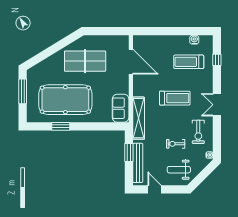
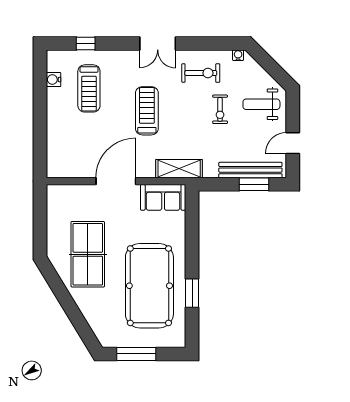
door: (131, 62) -> (116, 181), moved
shelving: (139, 118) -> (179, 169), width x0.68
window: (129, 152) -> (254, 184), moved
weight bench: (179, 170) -> (261, 104), turned 90

